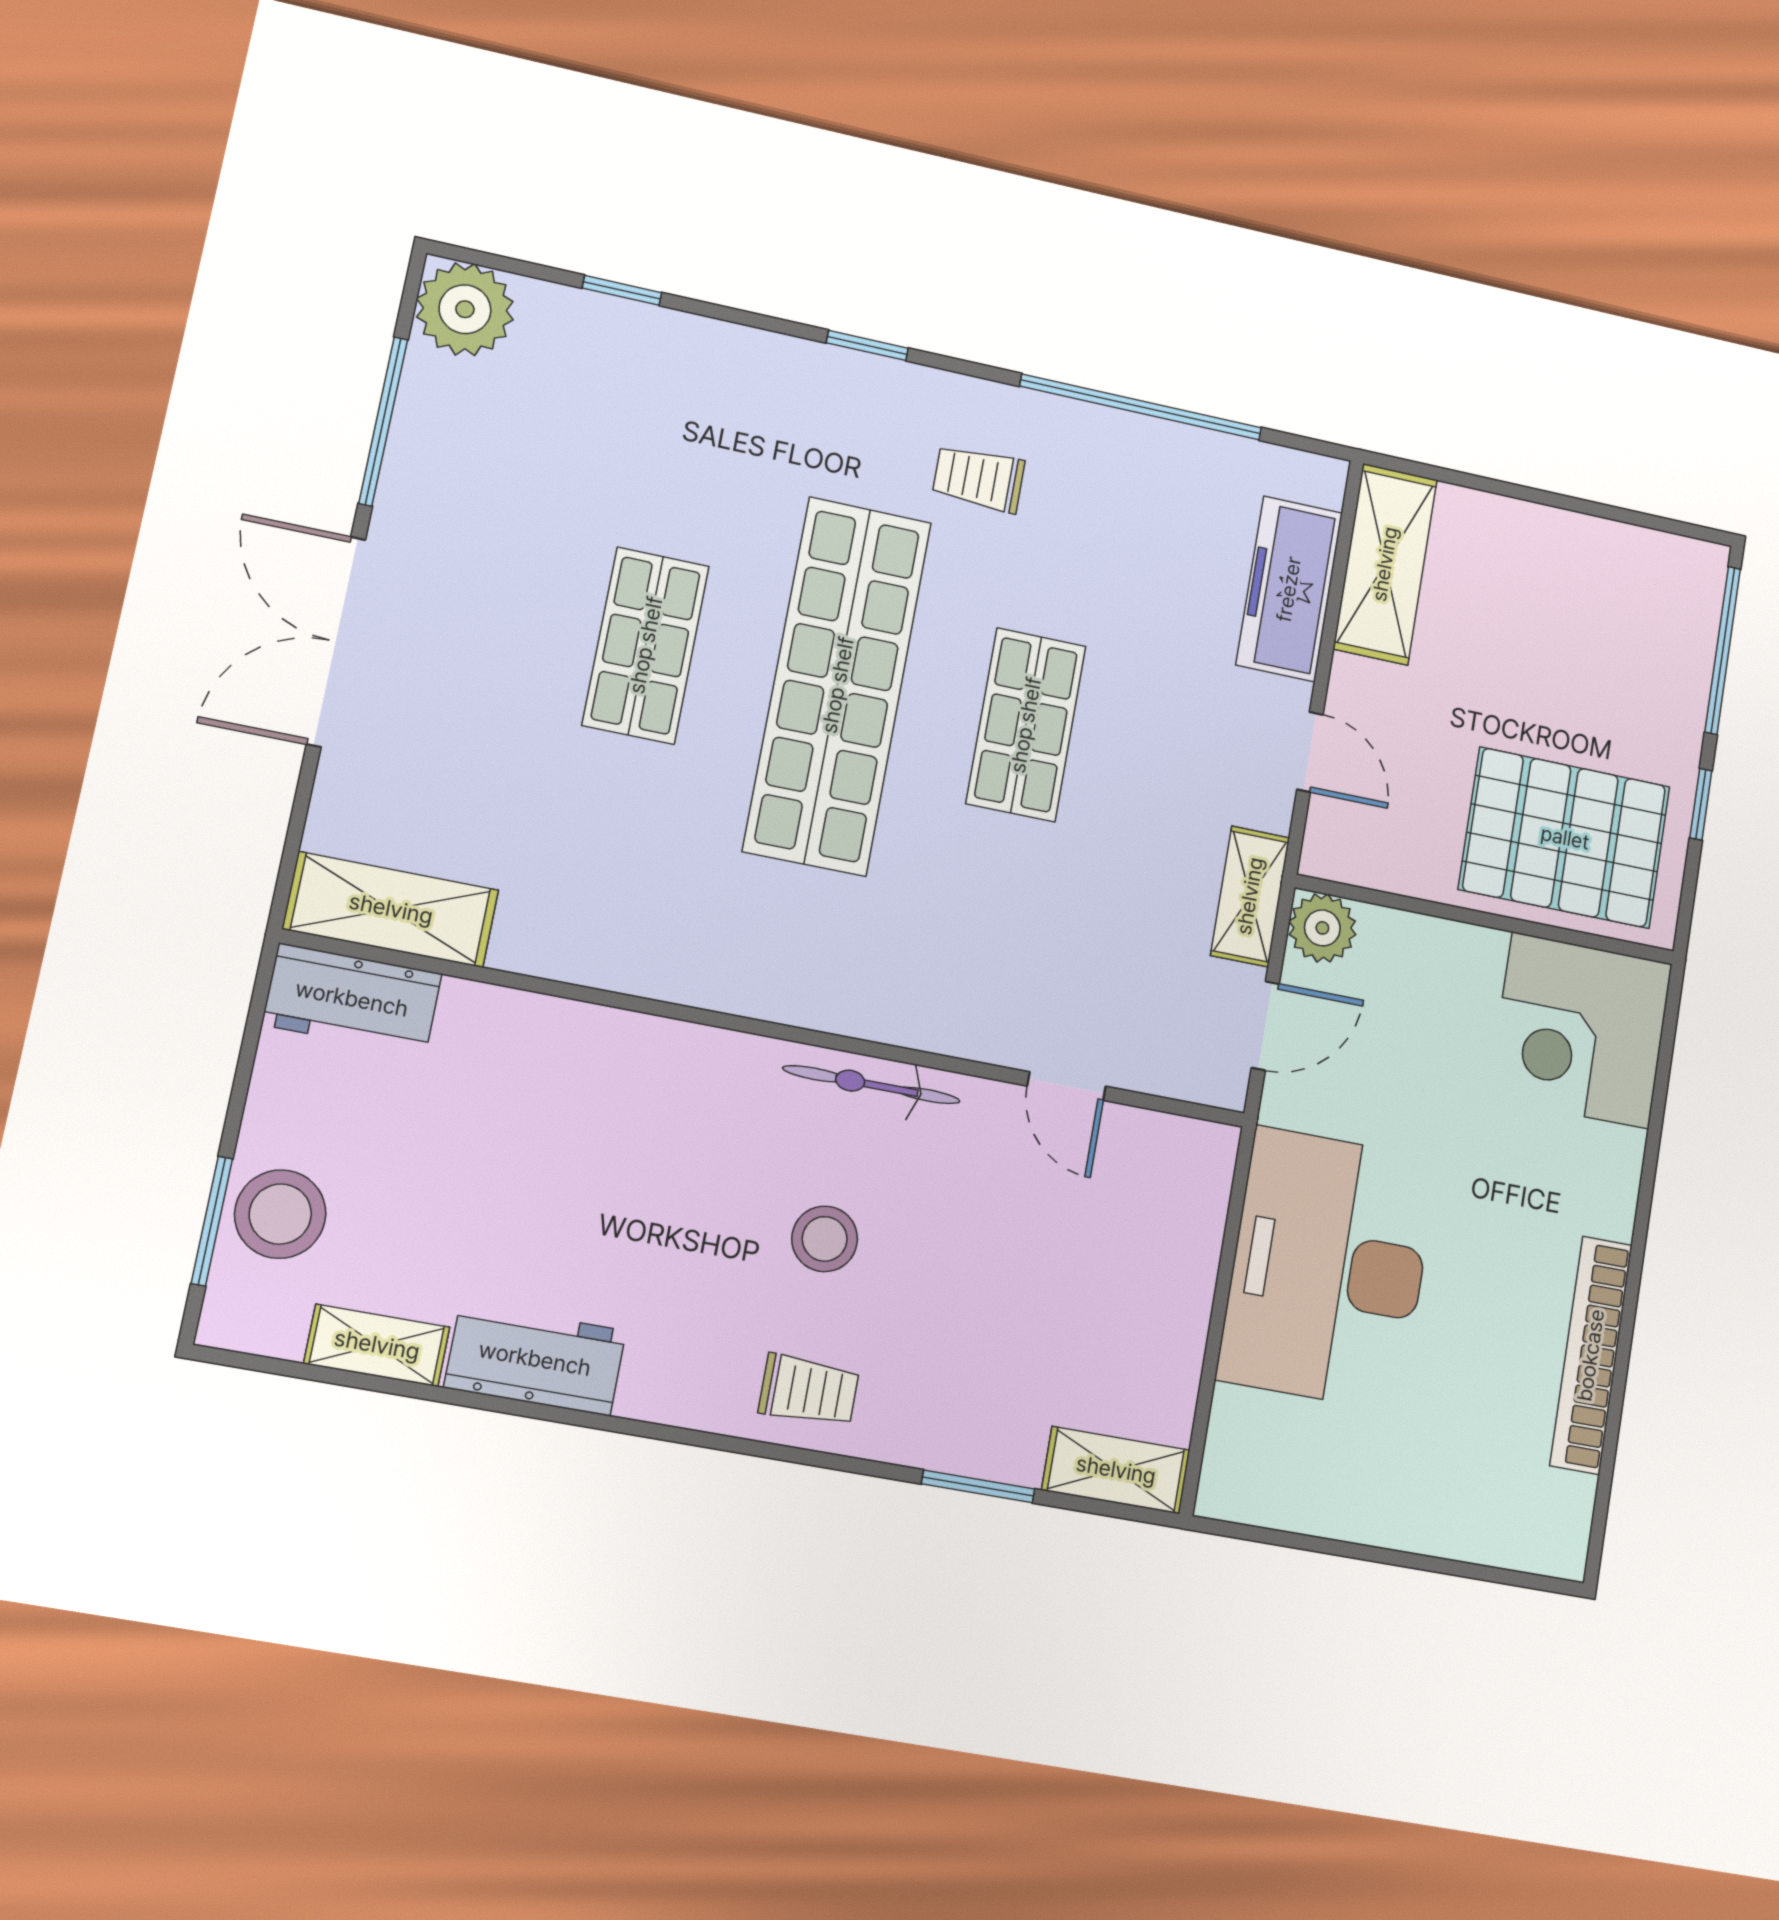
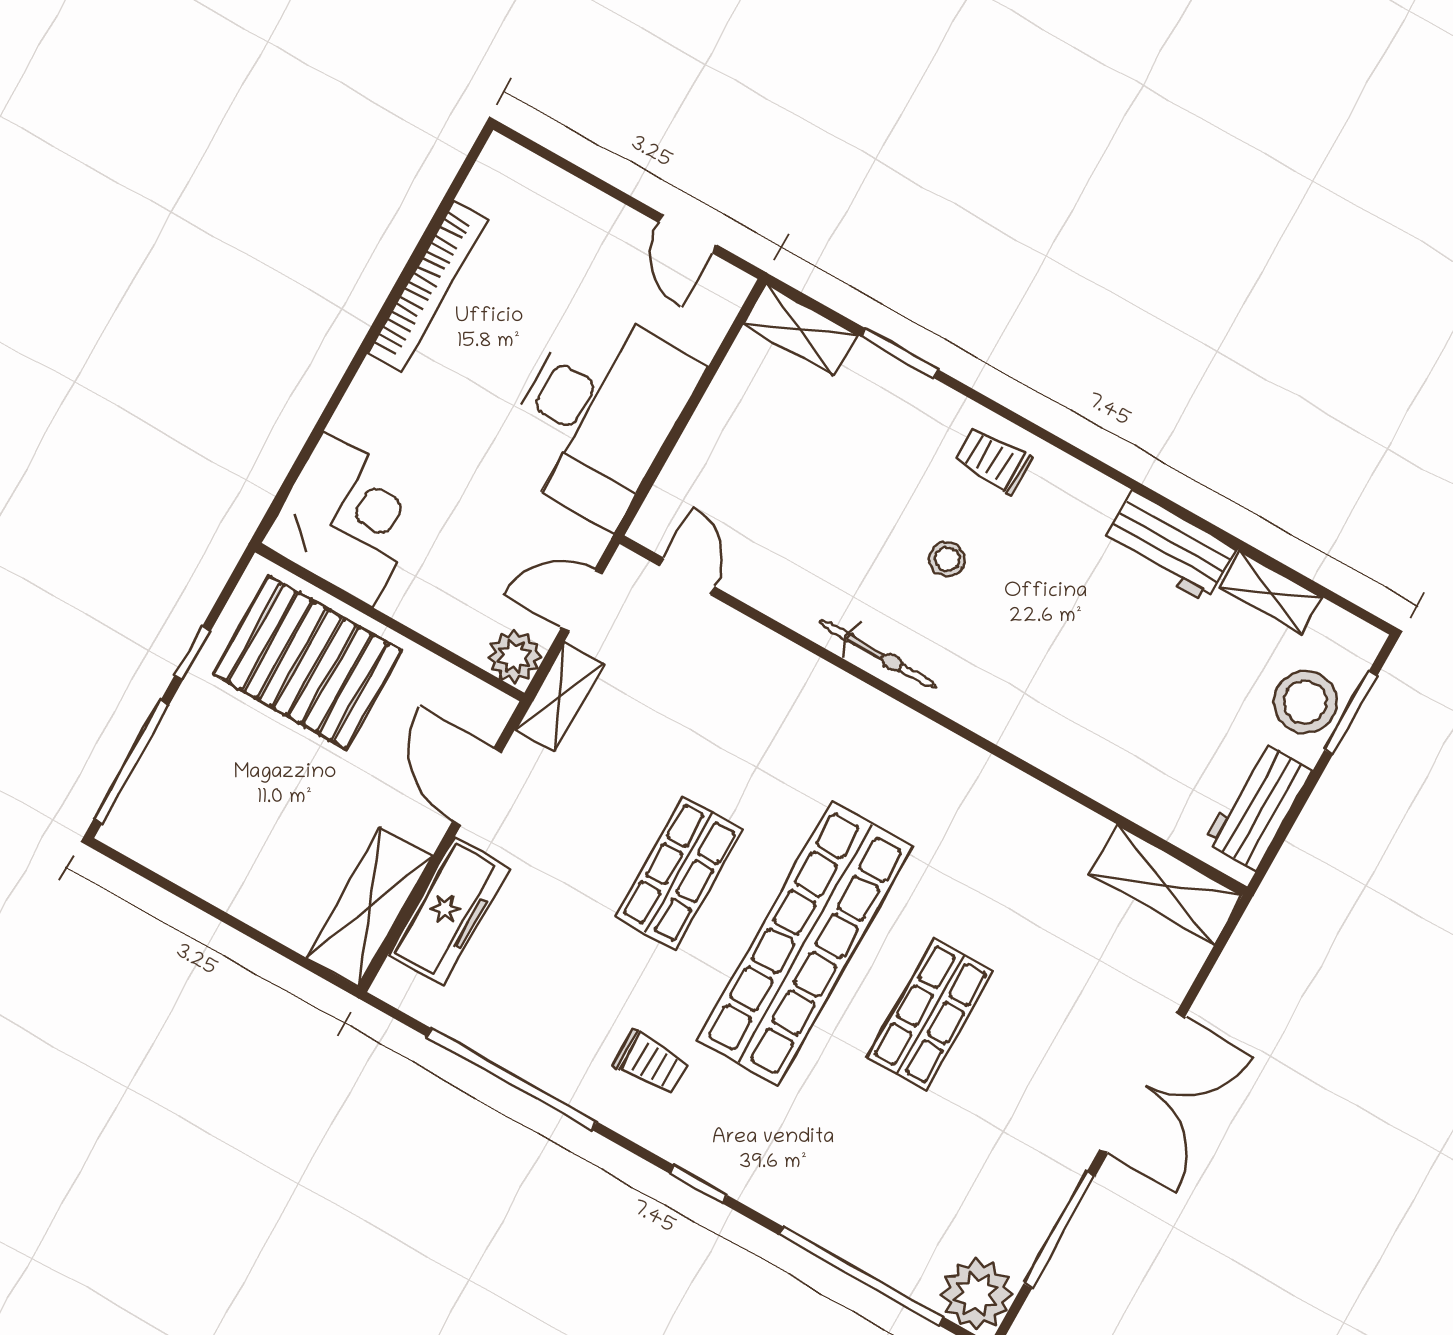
window: (622, 290) -> (861, 1276), width x3.17
door: (1310, 752) -> (477, 787), width x1.38
workbench: (352, 999) -> (1258, 806), moved, turned -90
door: (1066, 1086) -> (687, 576), moved
stool: (825, 1239) -> (947, 559), width x0.73, depth x0.73
door: (1300, 1542) -> (687, 234), added

